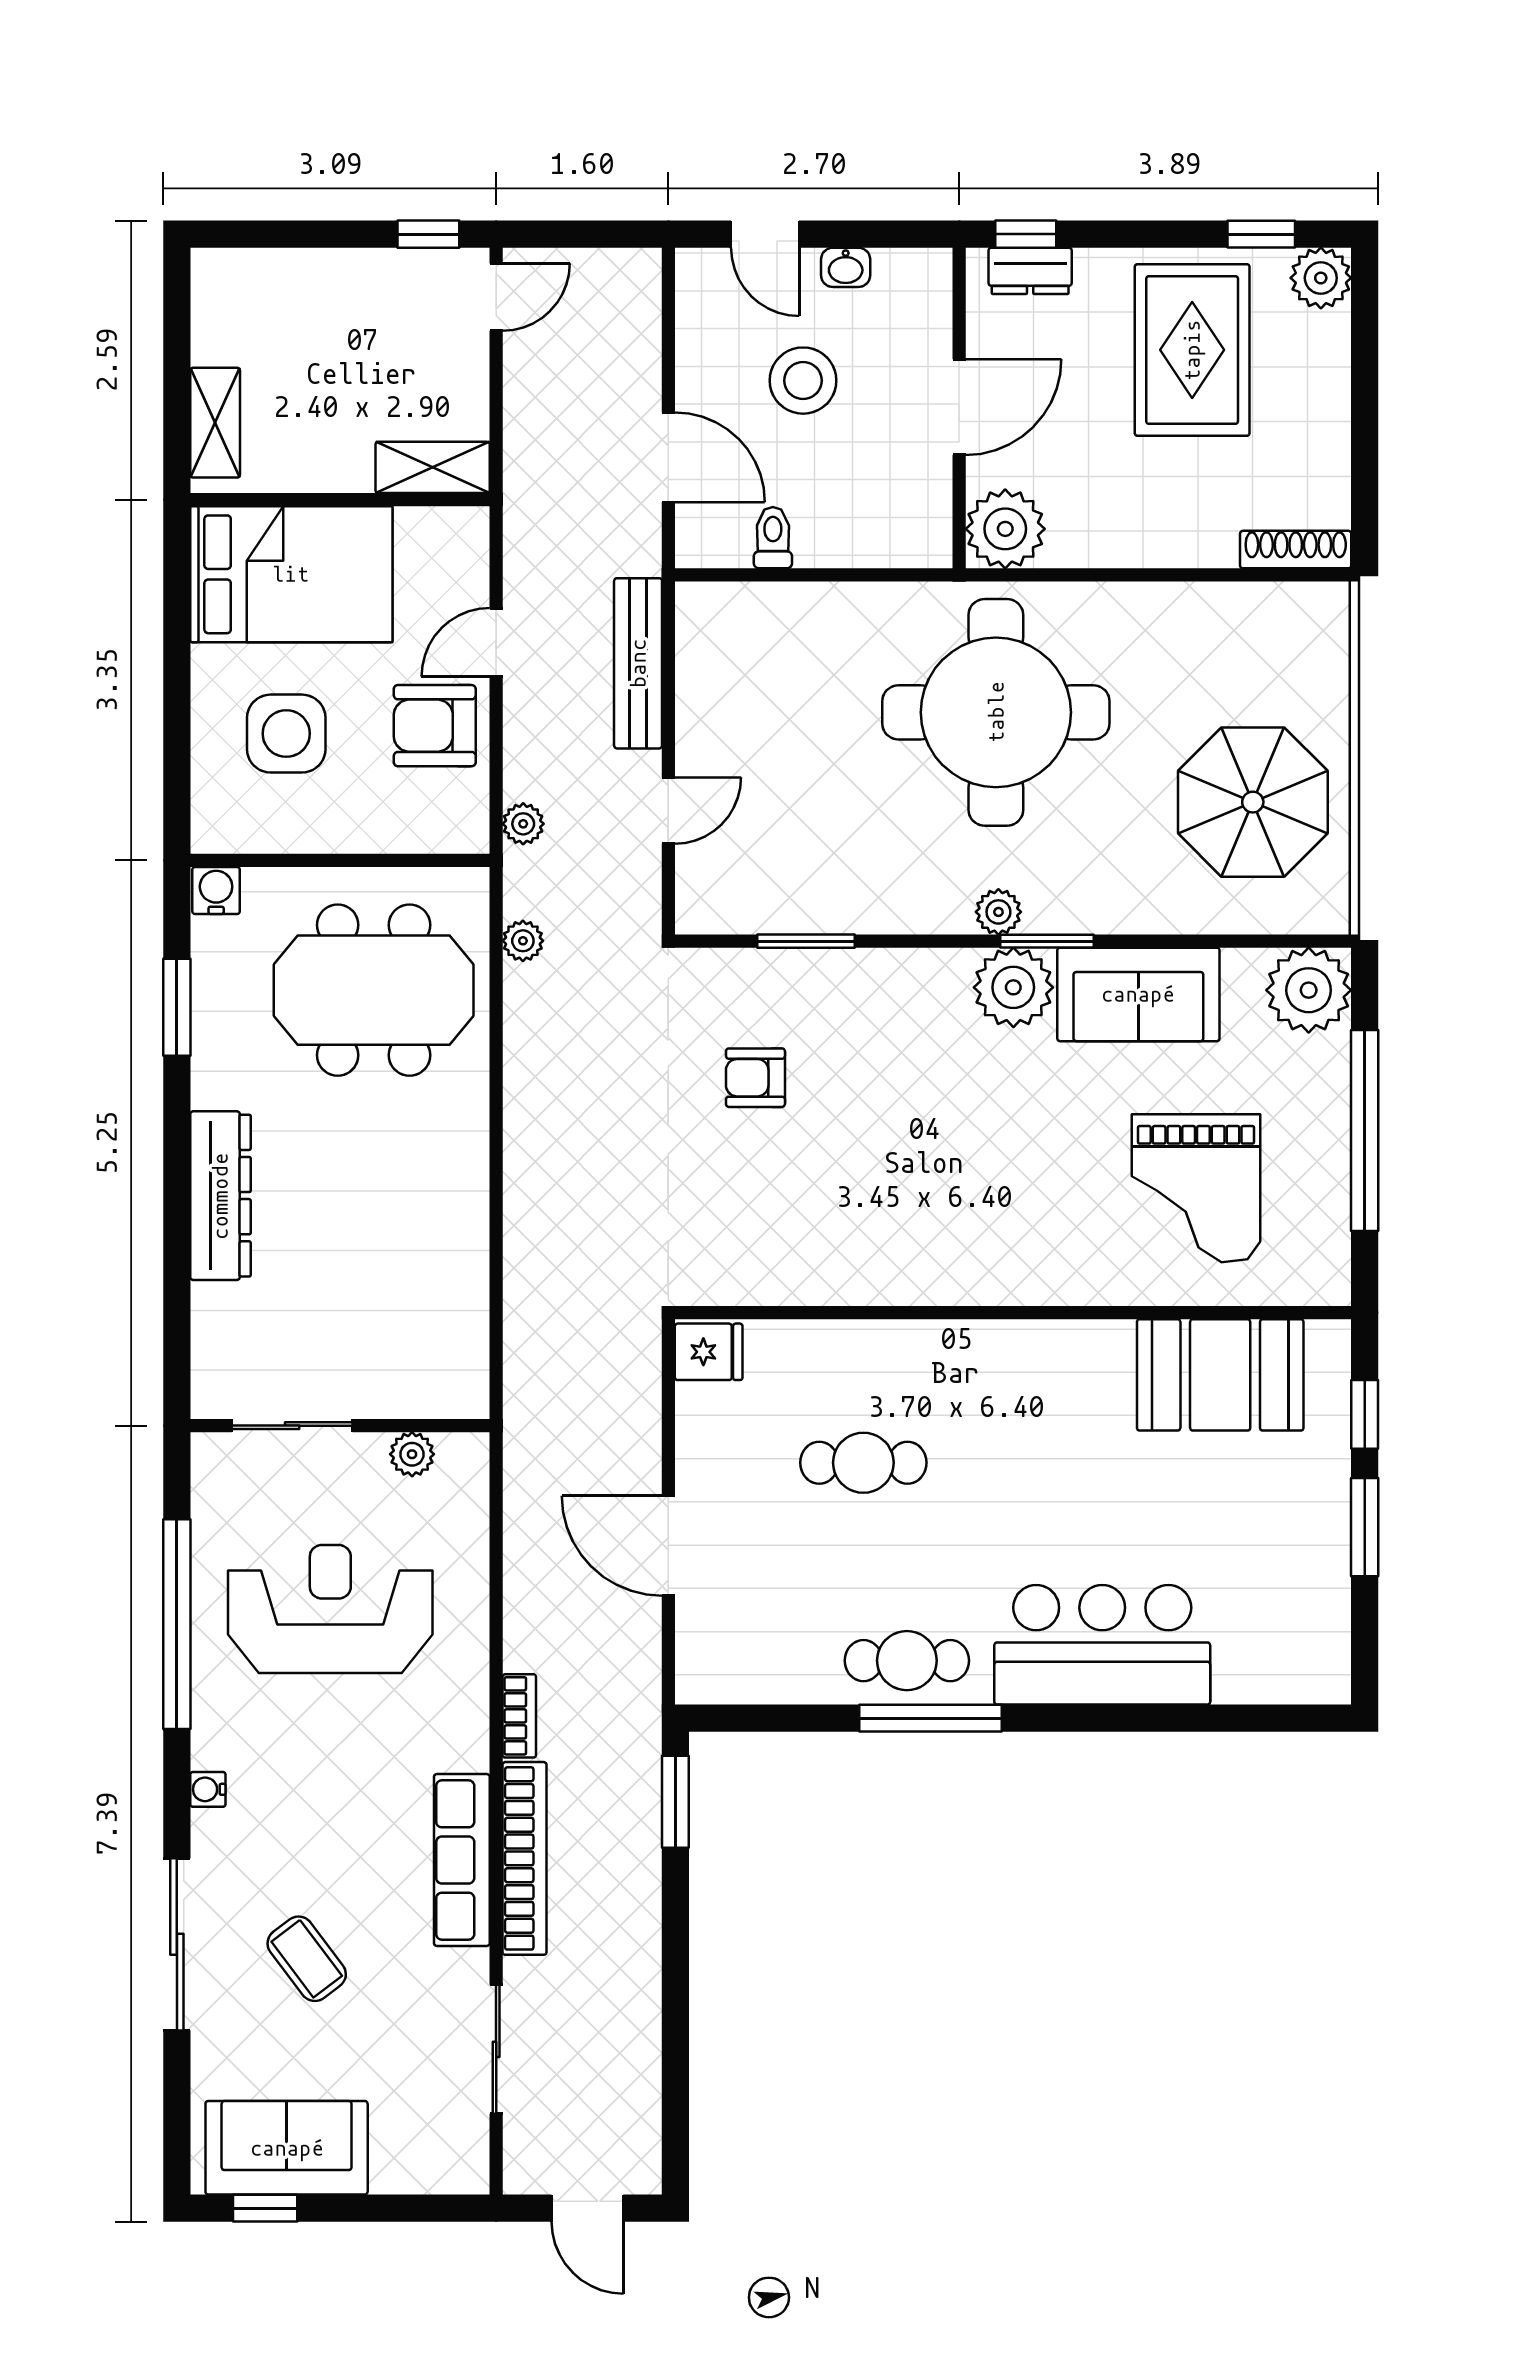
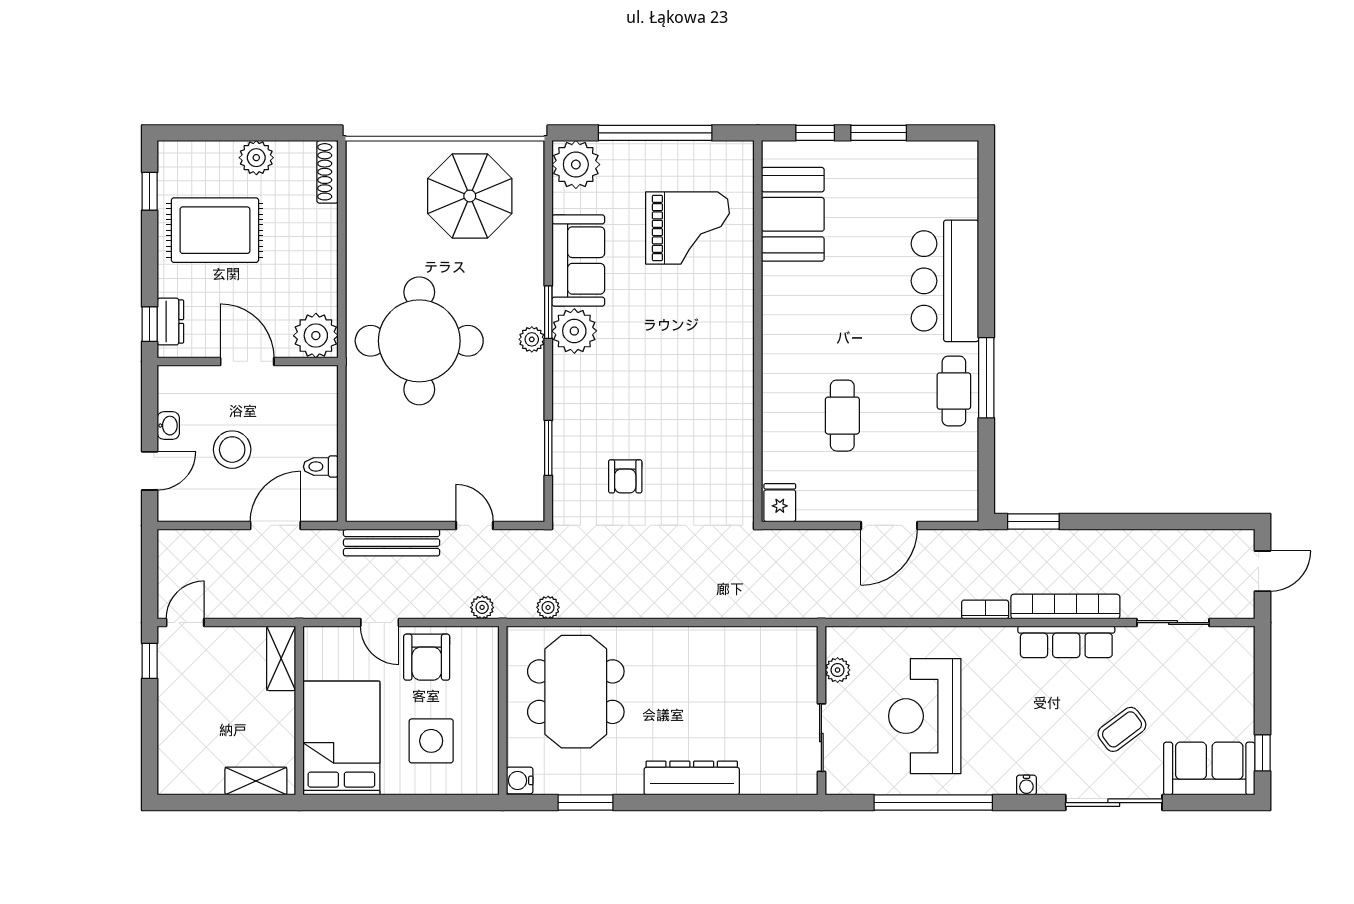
plant: (1321, 278) -> (256, 158), moved
door: (496, 297) -> (185, 623), hinge flipped
sofa: (287, 2148) -> (1209, 769), moved, turned 90

